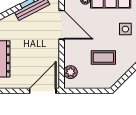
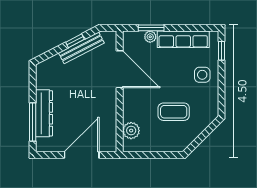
door: (43, 91) -> (82, 155), moved

